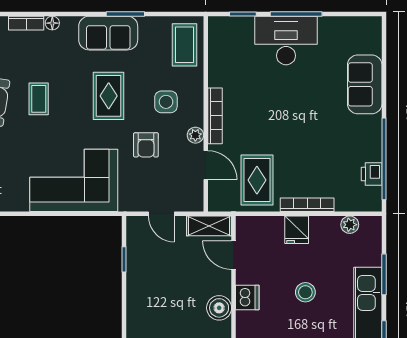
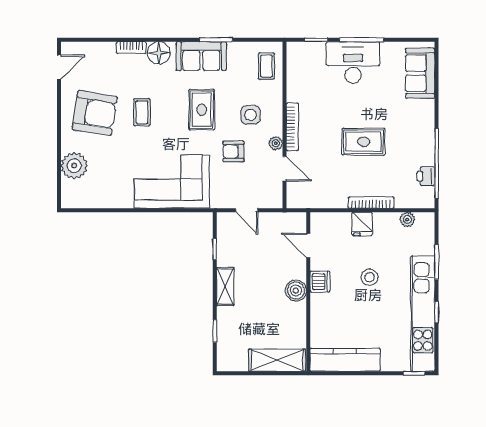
floor lamp: (52, 23) -> (159, 53), width x1.89, depth x1.89
coffee table: (184, 45) -> (266, 66), width x0.73, depth x0.77
sofa: (365, 84) -> (420, 73), moved
armchair: (146, 145) -> (233, 151), turned 90
rug: (257, 180) -> (364, 142), moved, turned 90
shelving: (209, 226) -> (225, 287), moved, turned 90

